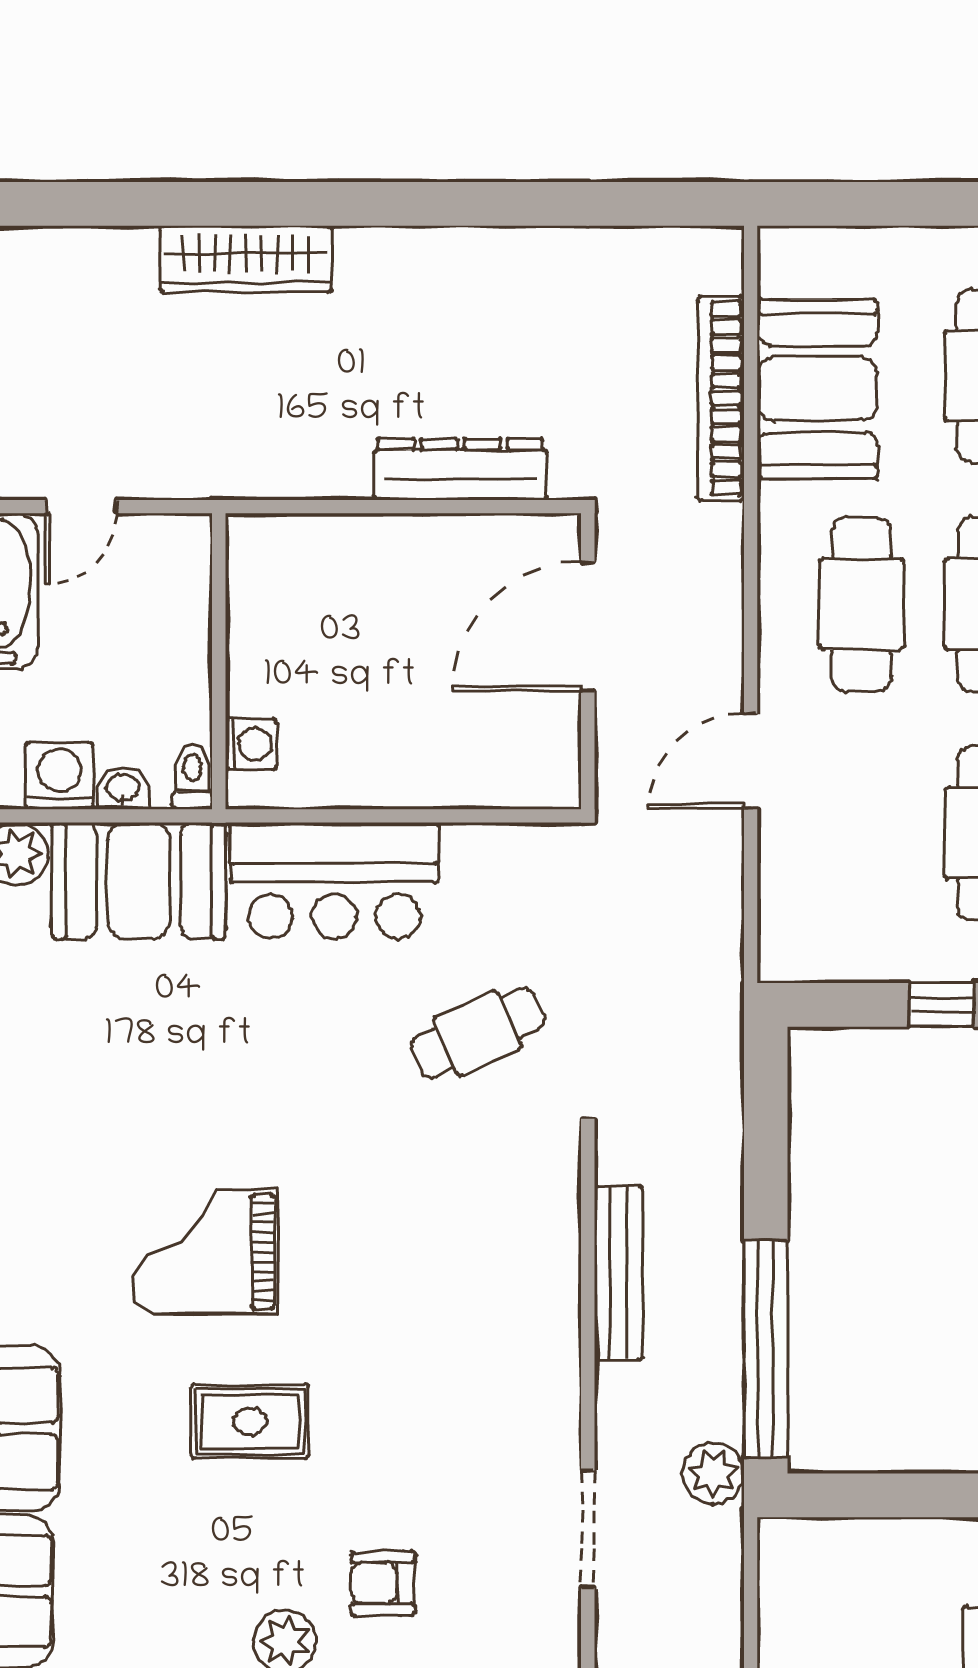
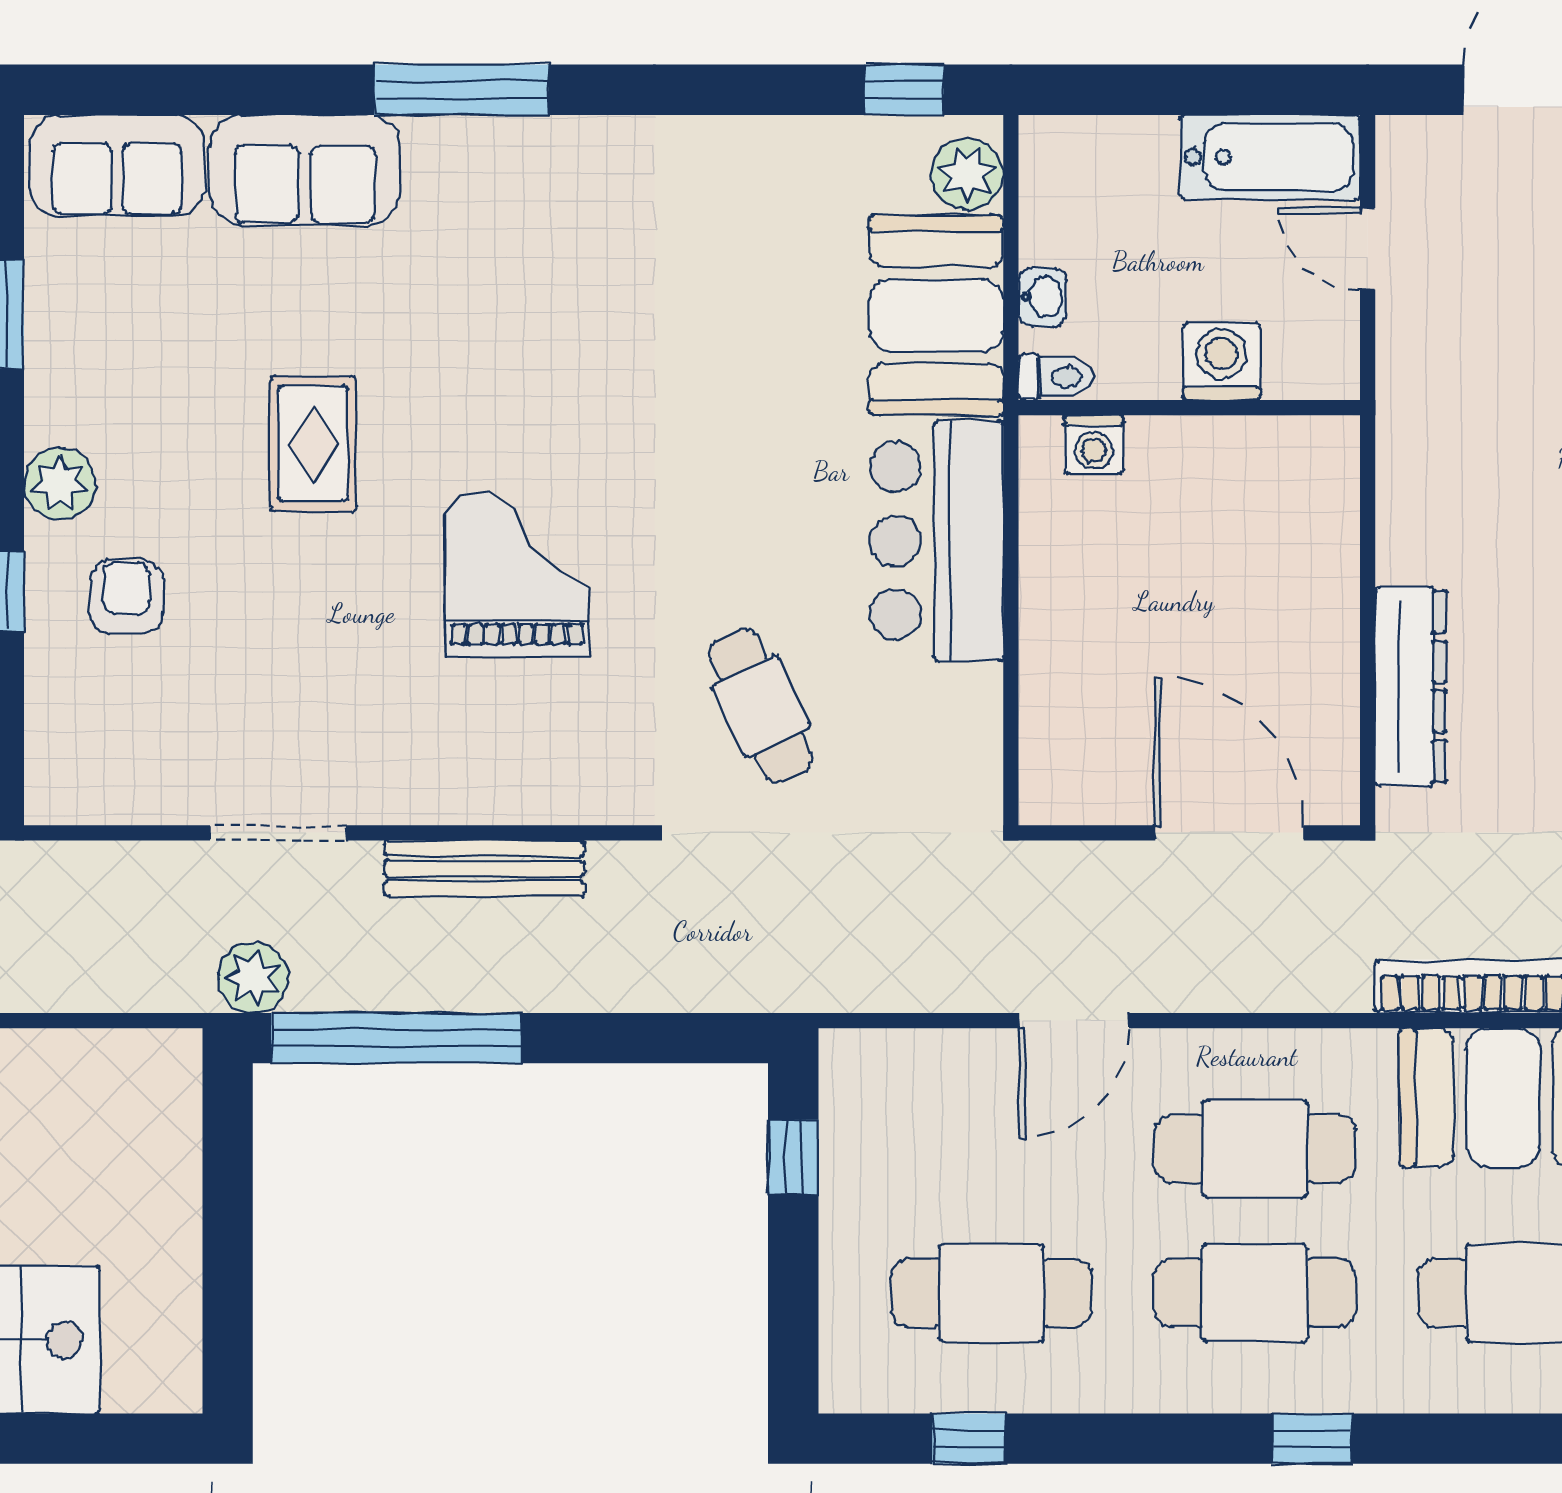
door: (751, 761) -> (1074, 1021), swing flipped
washing machine: (59, 776) -> (1222, 361), moved, turned -90
window: (941, 1005) -> (793, 1157), moved
grand piano: (205, 1252) -> (517, 574), moved
doorway: (588, 1529) -> (278, 833), moved

